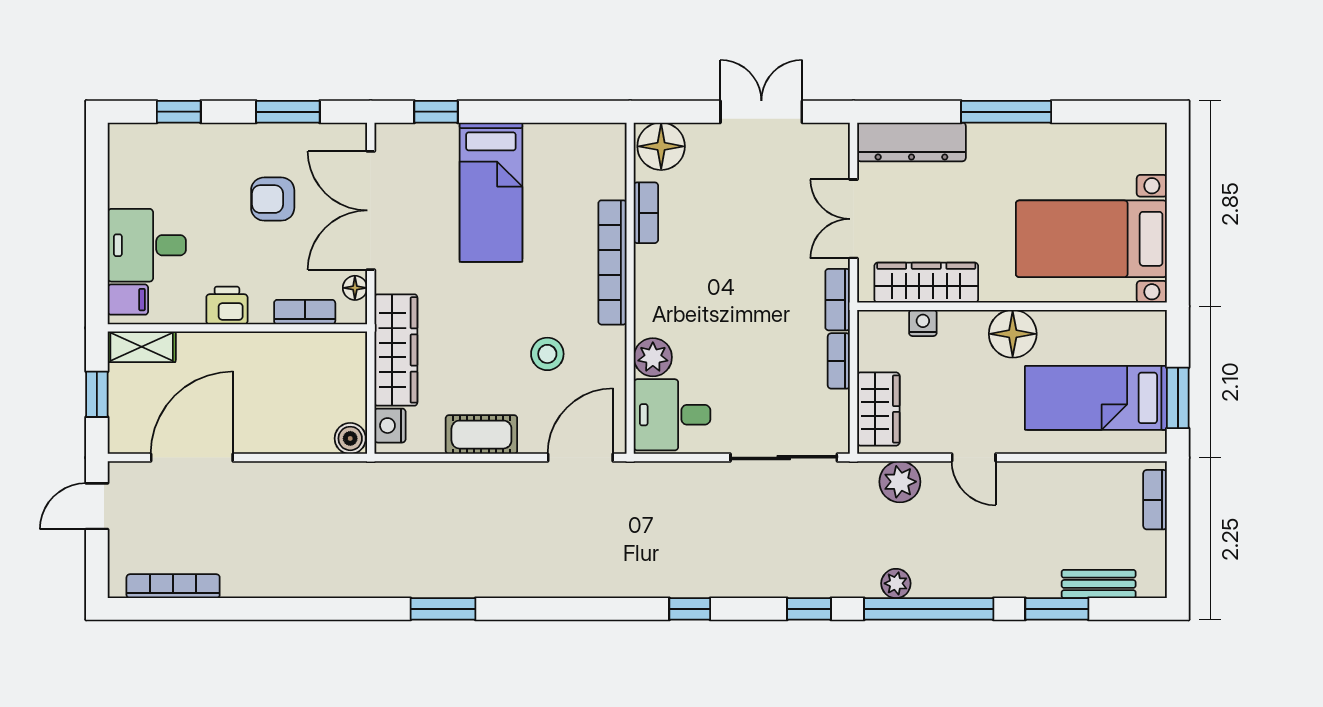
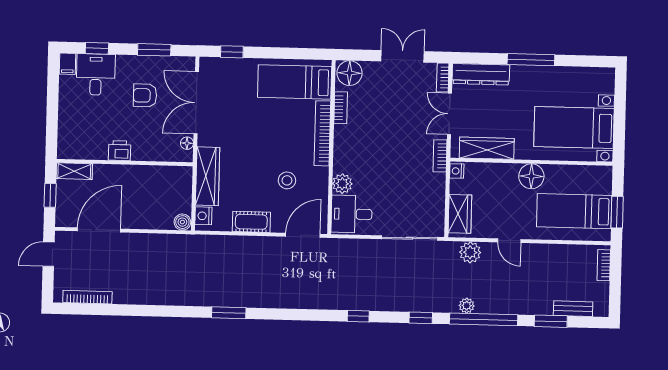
bed: (491, 192) -> (295, 82), moved, turned 90
desk: (147, 245) -> (96, 74), moved, turned 90
filing cabinet: (128, 300) -> (68, 64), moved, turned 90
bookcase: (305, 312) -> (160, 155), removed
nightstand: (923, 323) -> (457, 171), moved, turned -90
bookcase: (839, 361) -> (443, 78), moved

